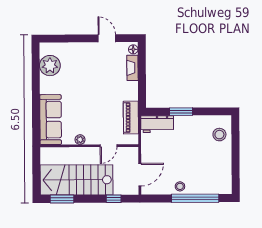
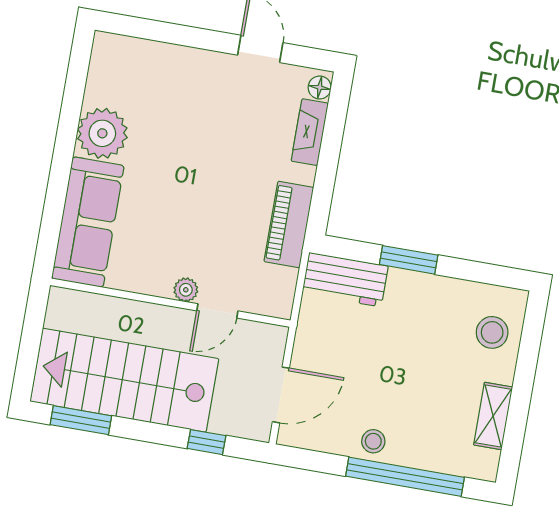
plant: (50, 66) -> (102, 133), moved
piano: (131, 118) -> (289, 224), moved
plant: (80, 140) -> (186, 290), moved
shelving: (226, 168) -> (493, 416), added

